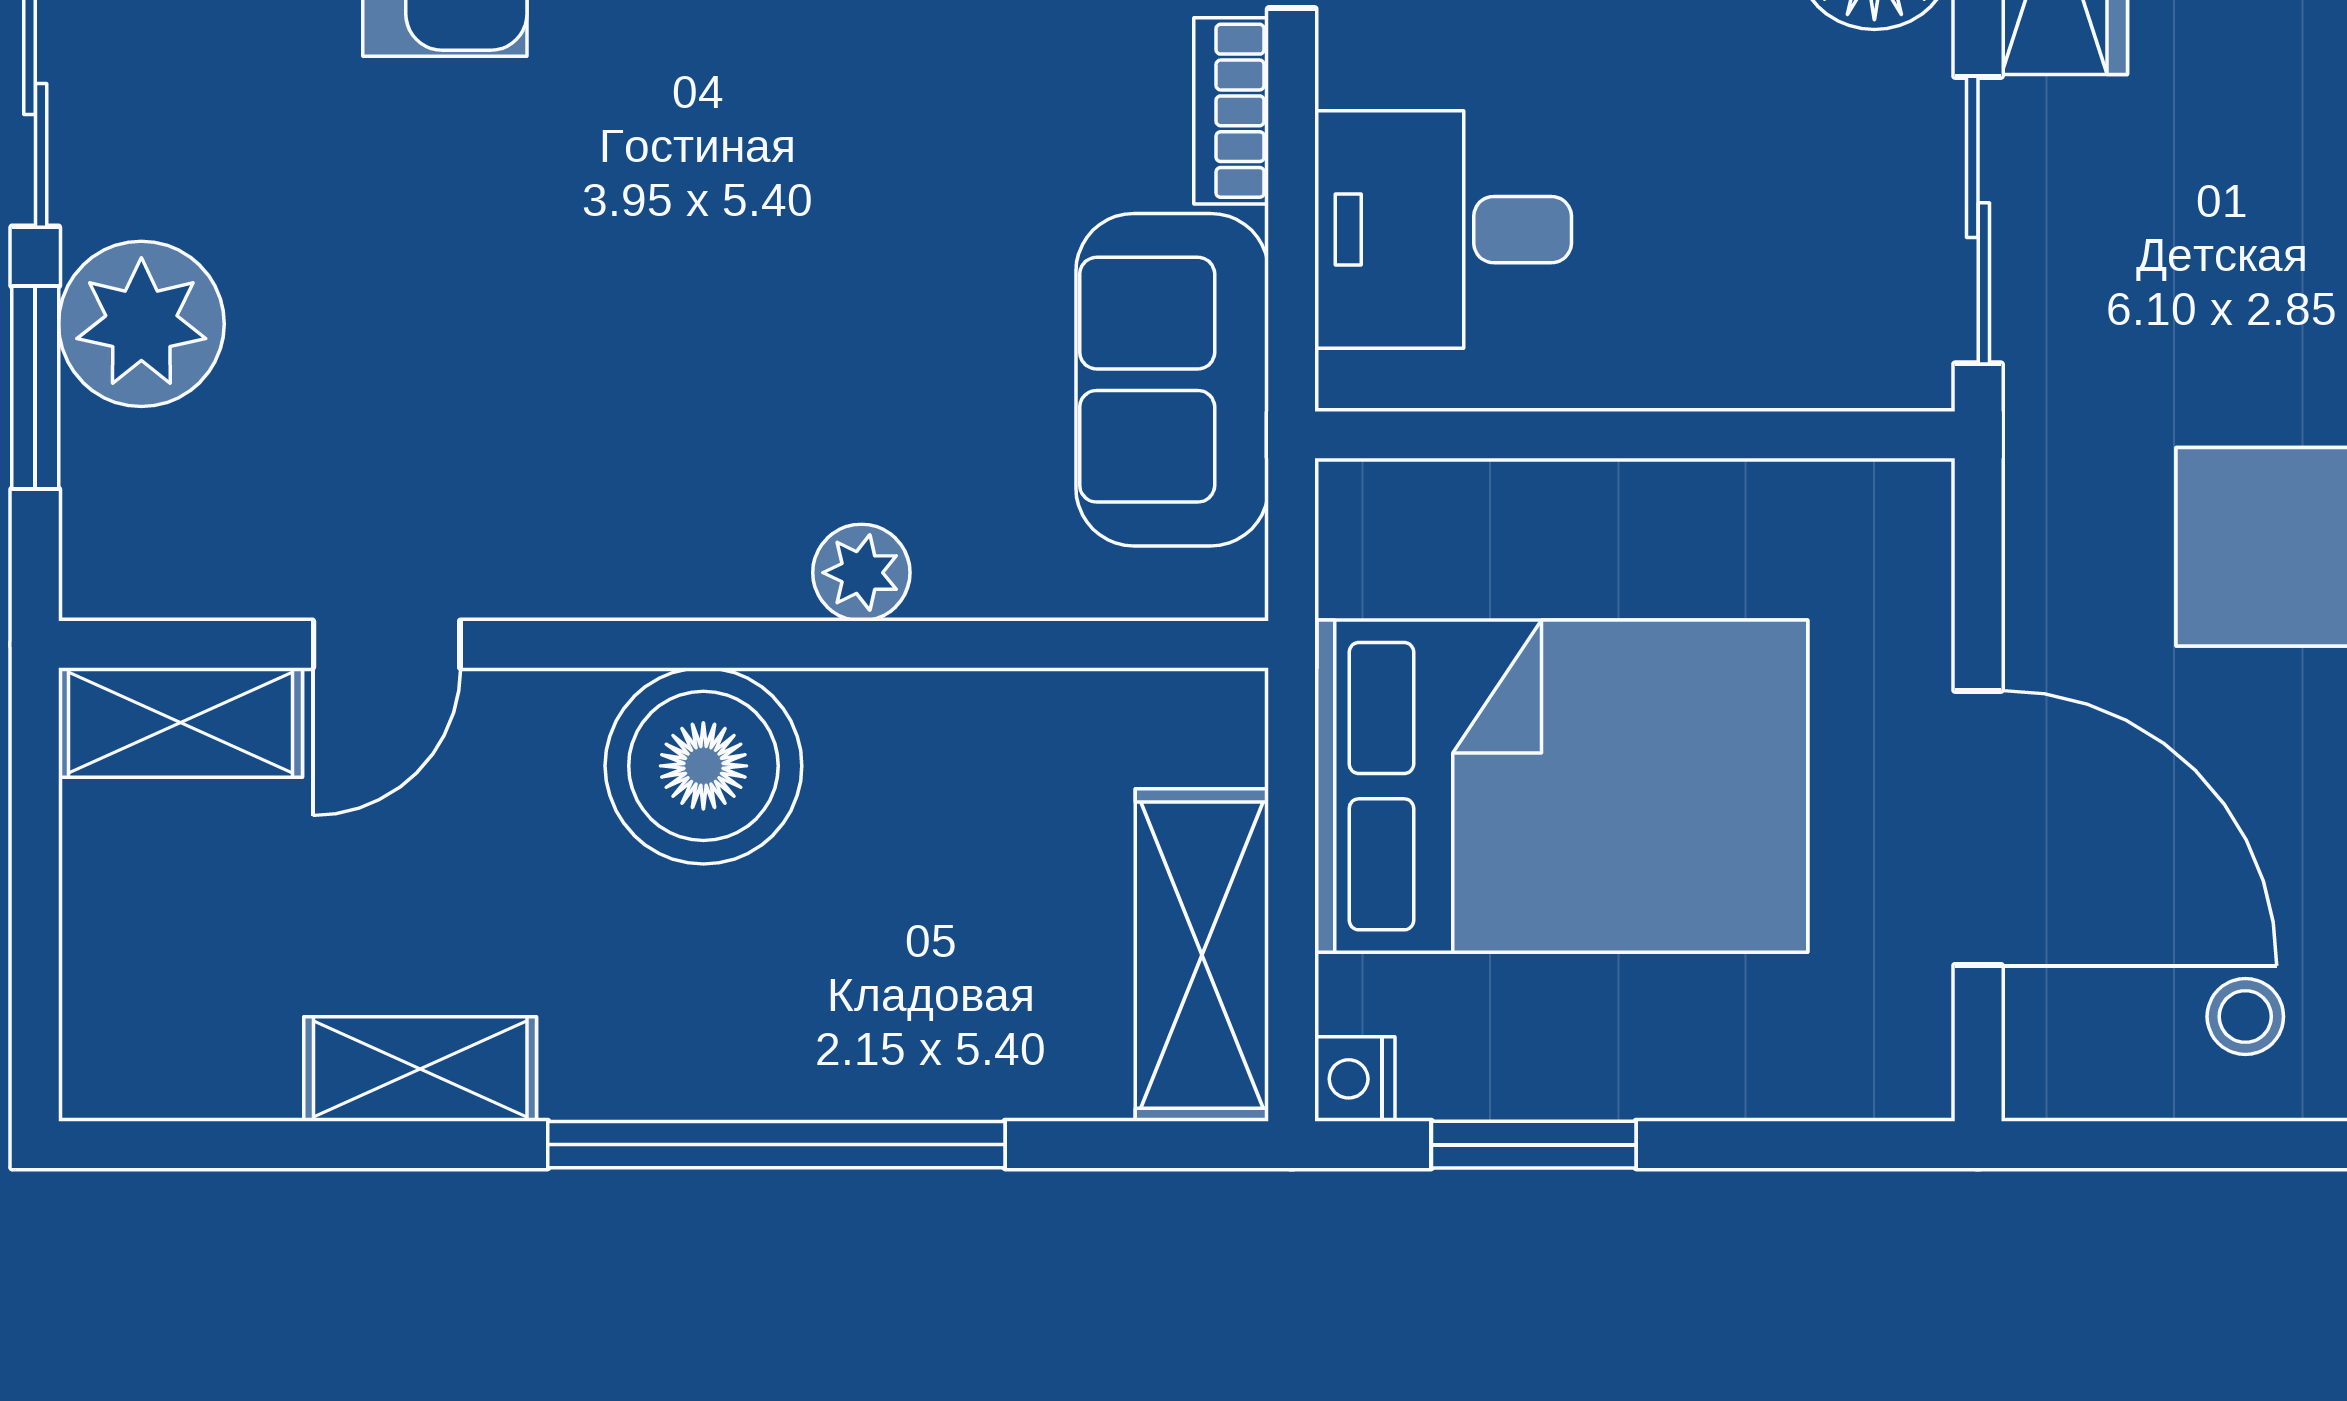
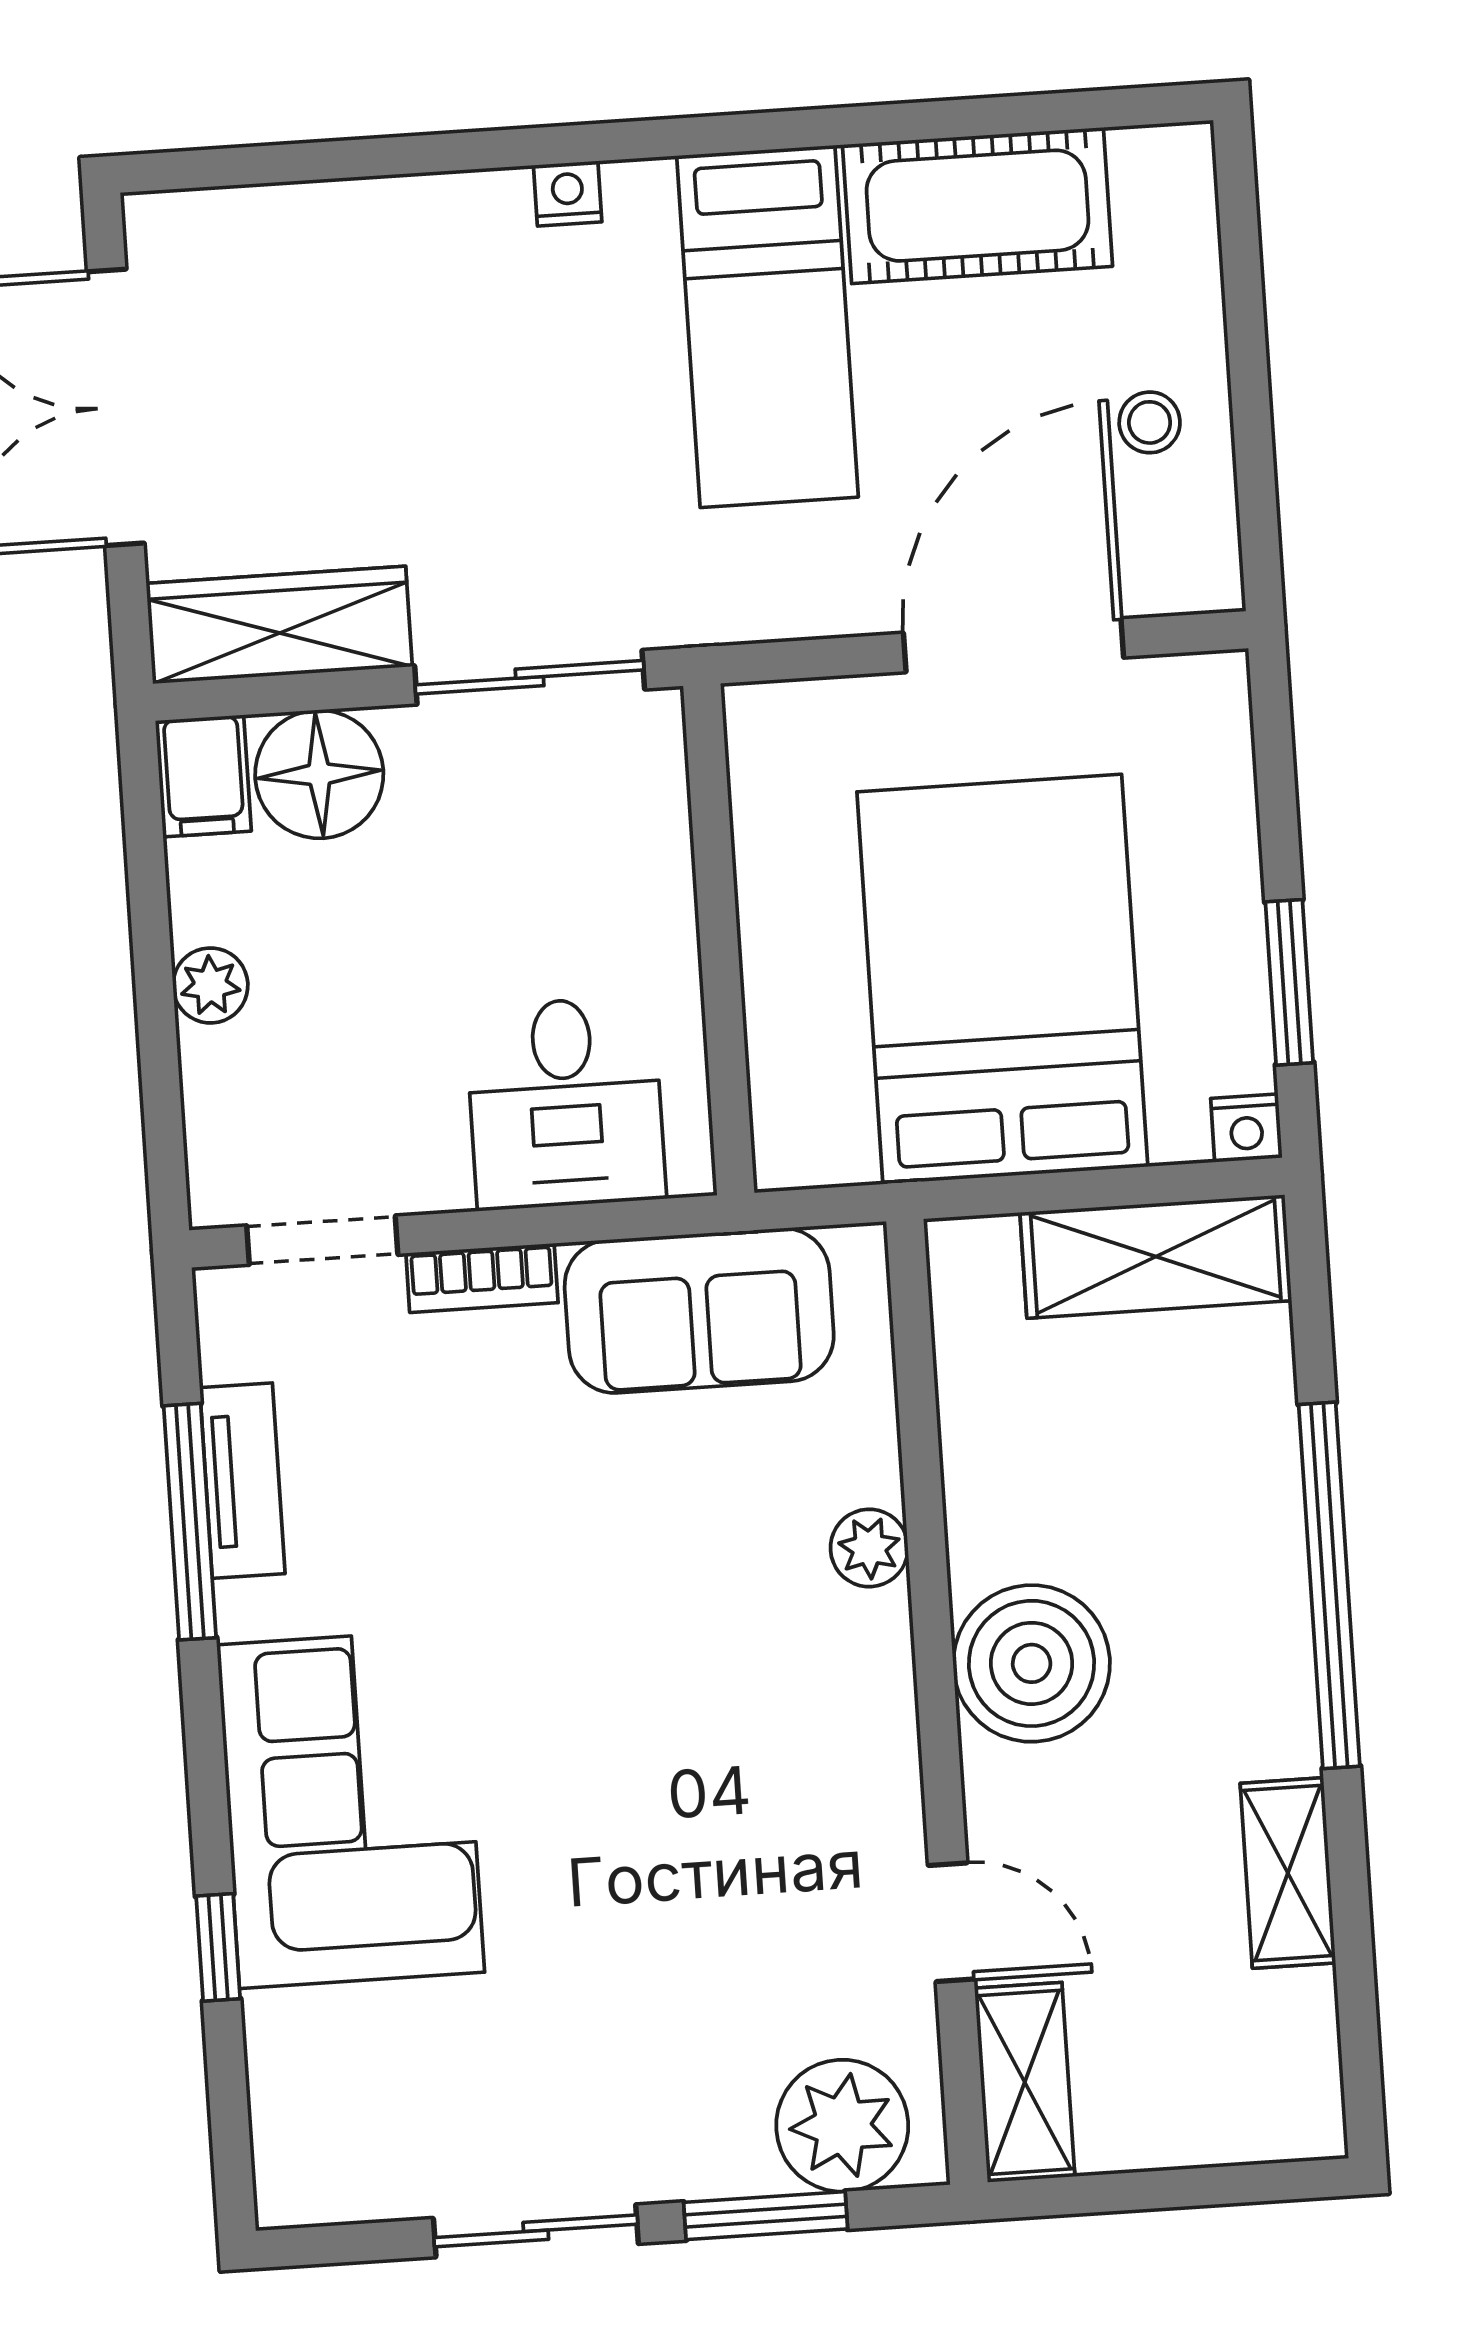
plant: (141, 324) -> (842, 2126), moved

